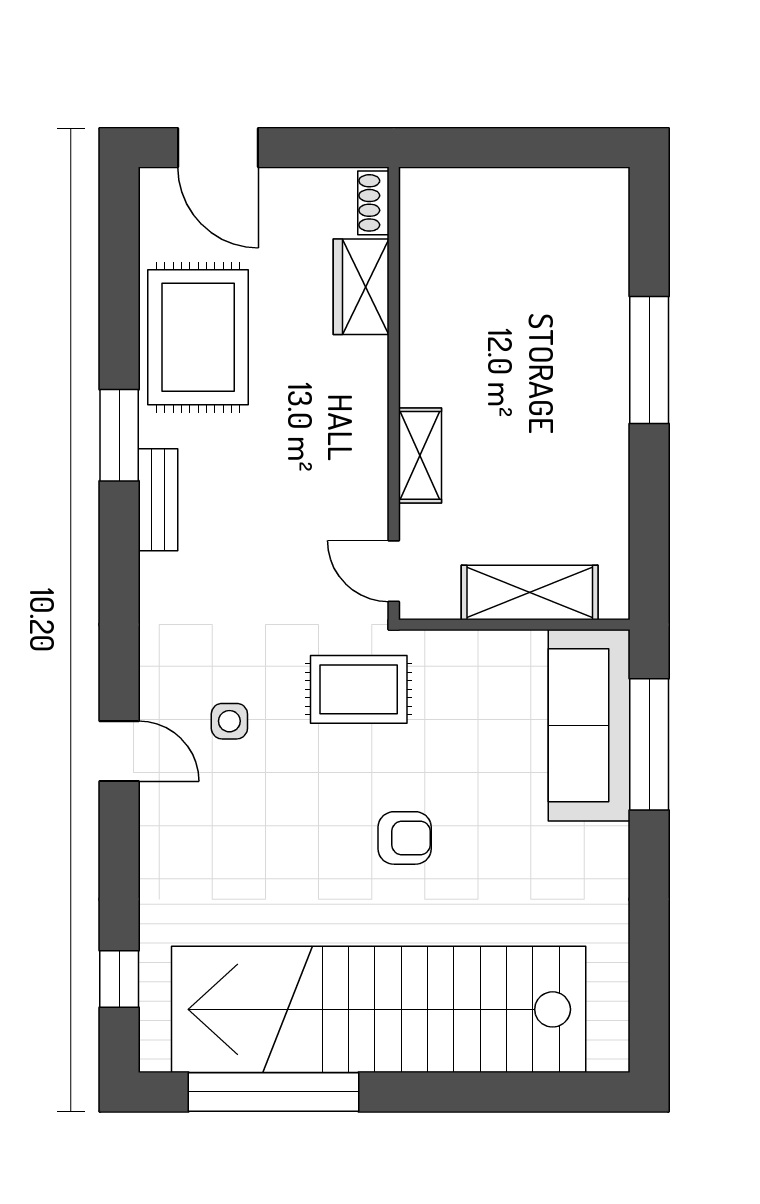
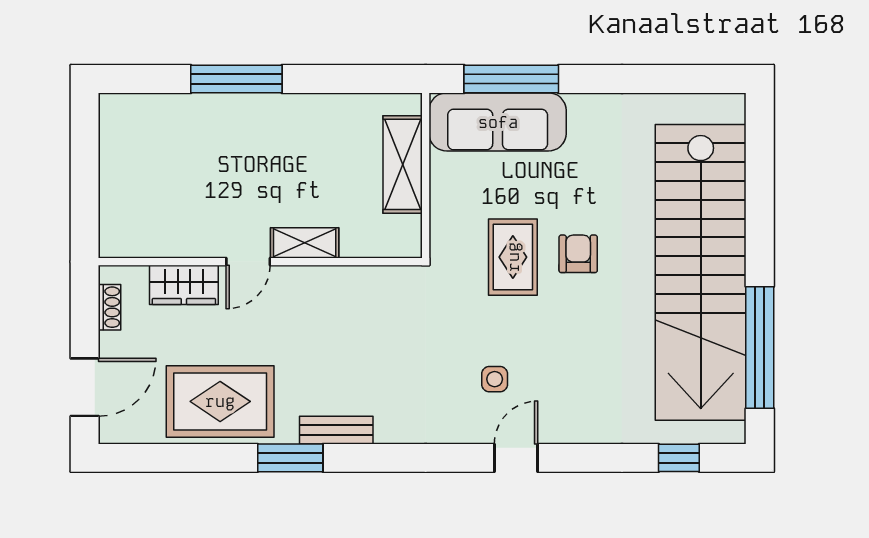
shoe rack: (373, 203) -> (110, 307), moved, turned -90
door: (394, 571) -> (248, 262), moved
rug: (359, 689) -> (513, 257), moved

